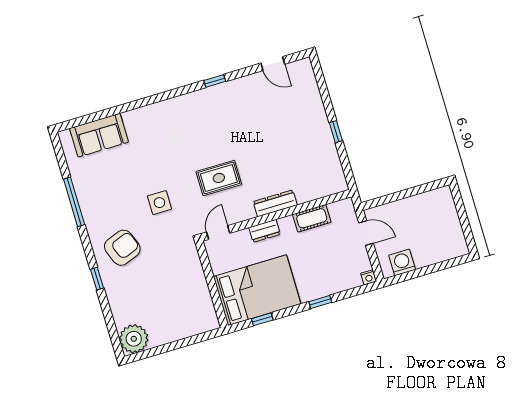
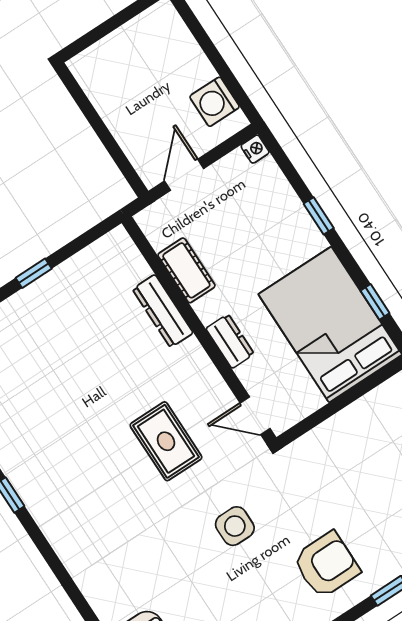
dresser: (275, 203) -> (163, 311), moved
armchair: (122, 248) -> (326, 565), turned 111

